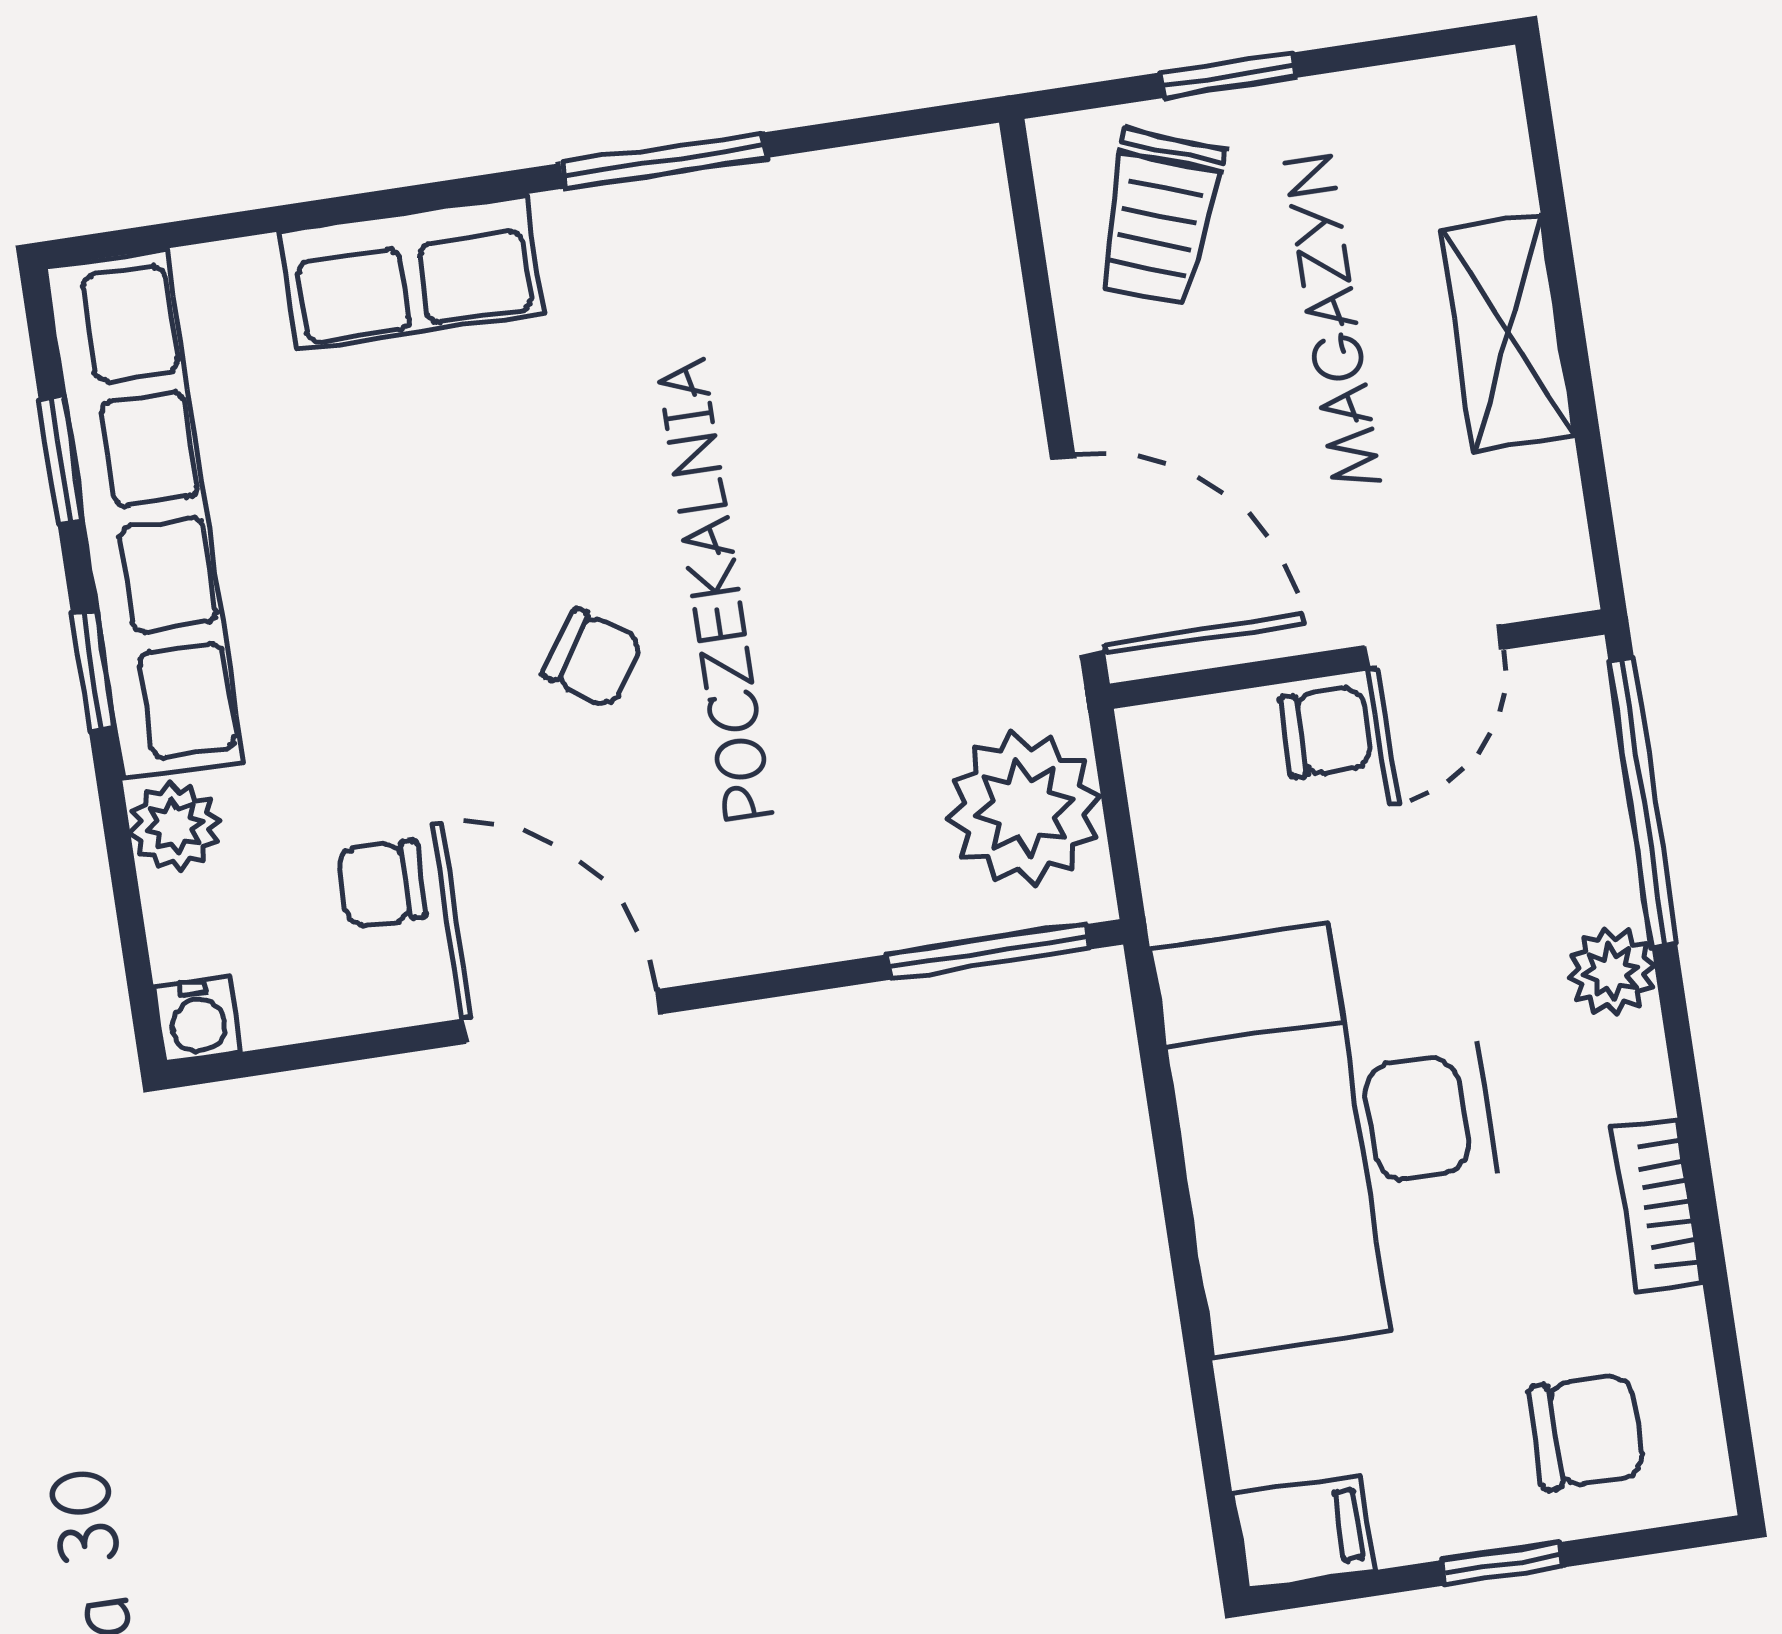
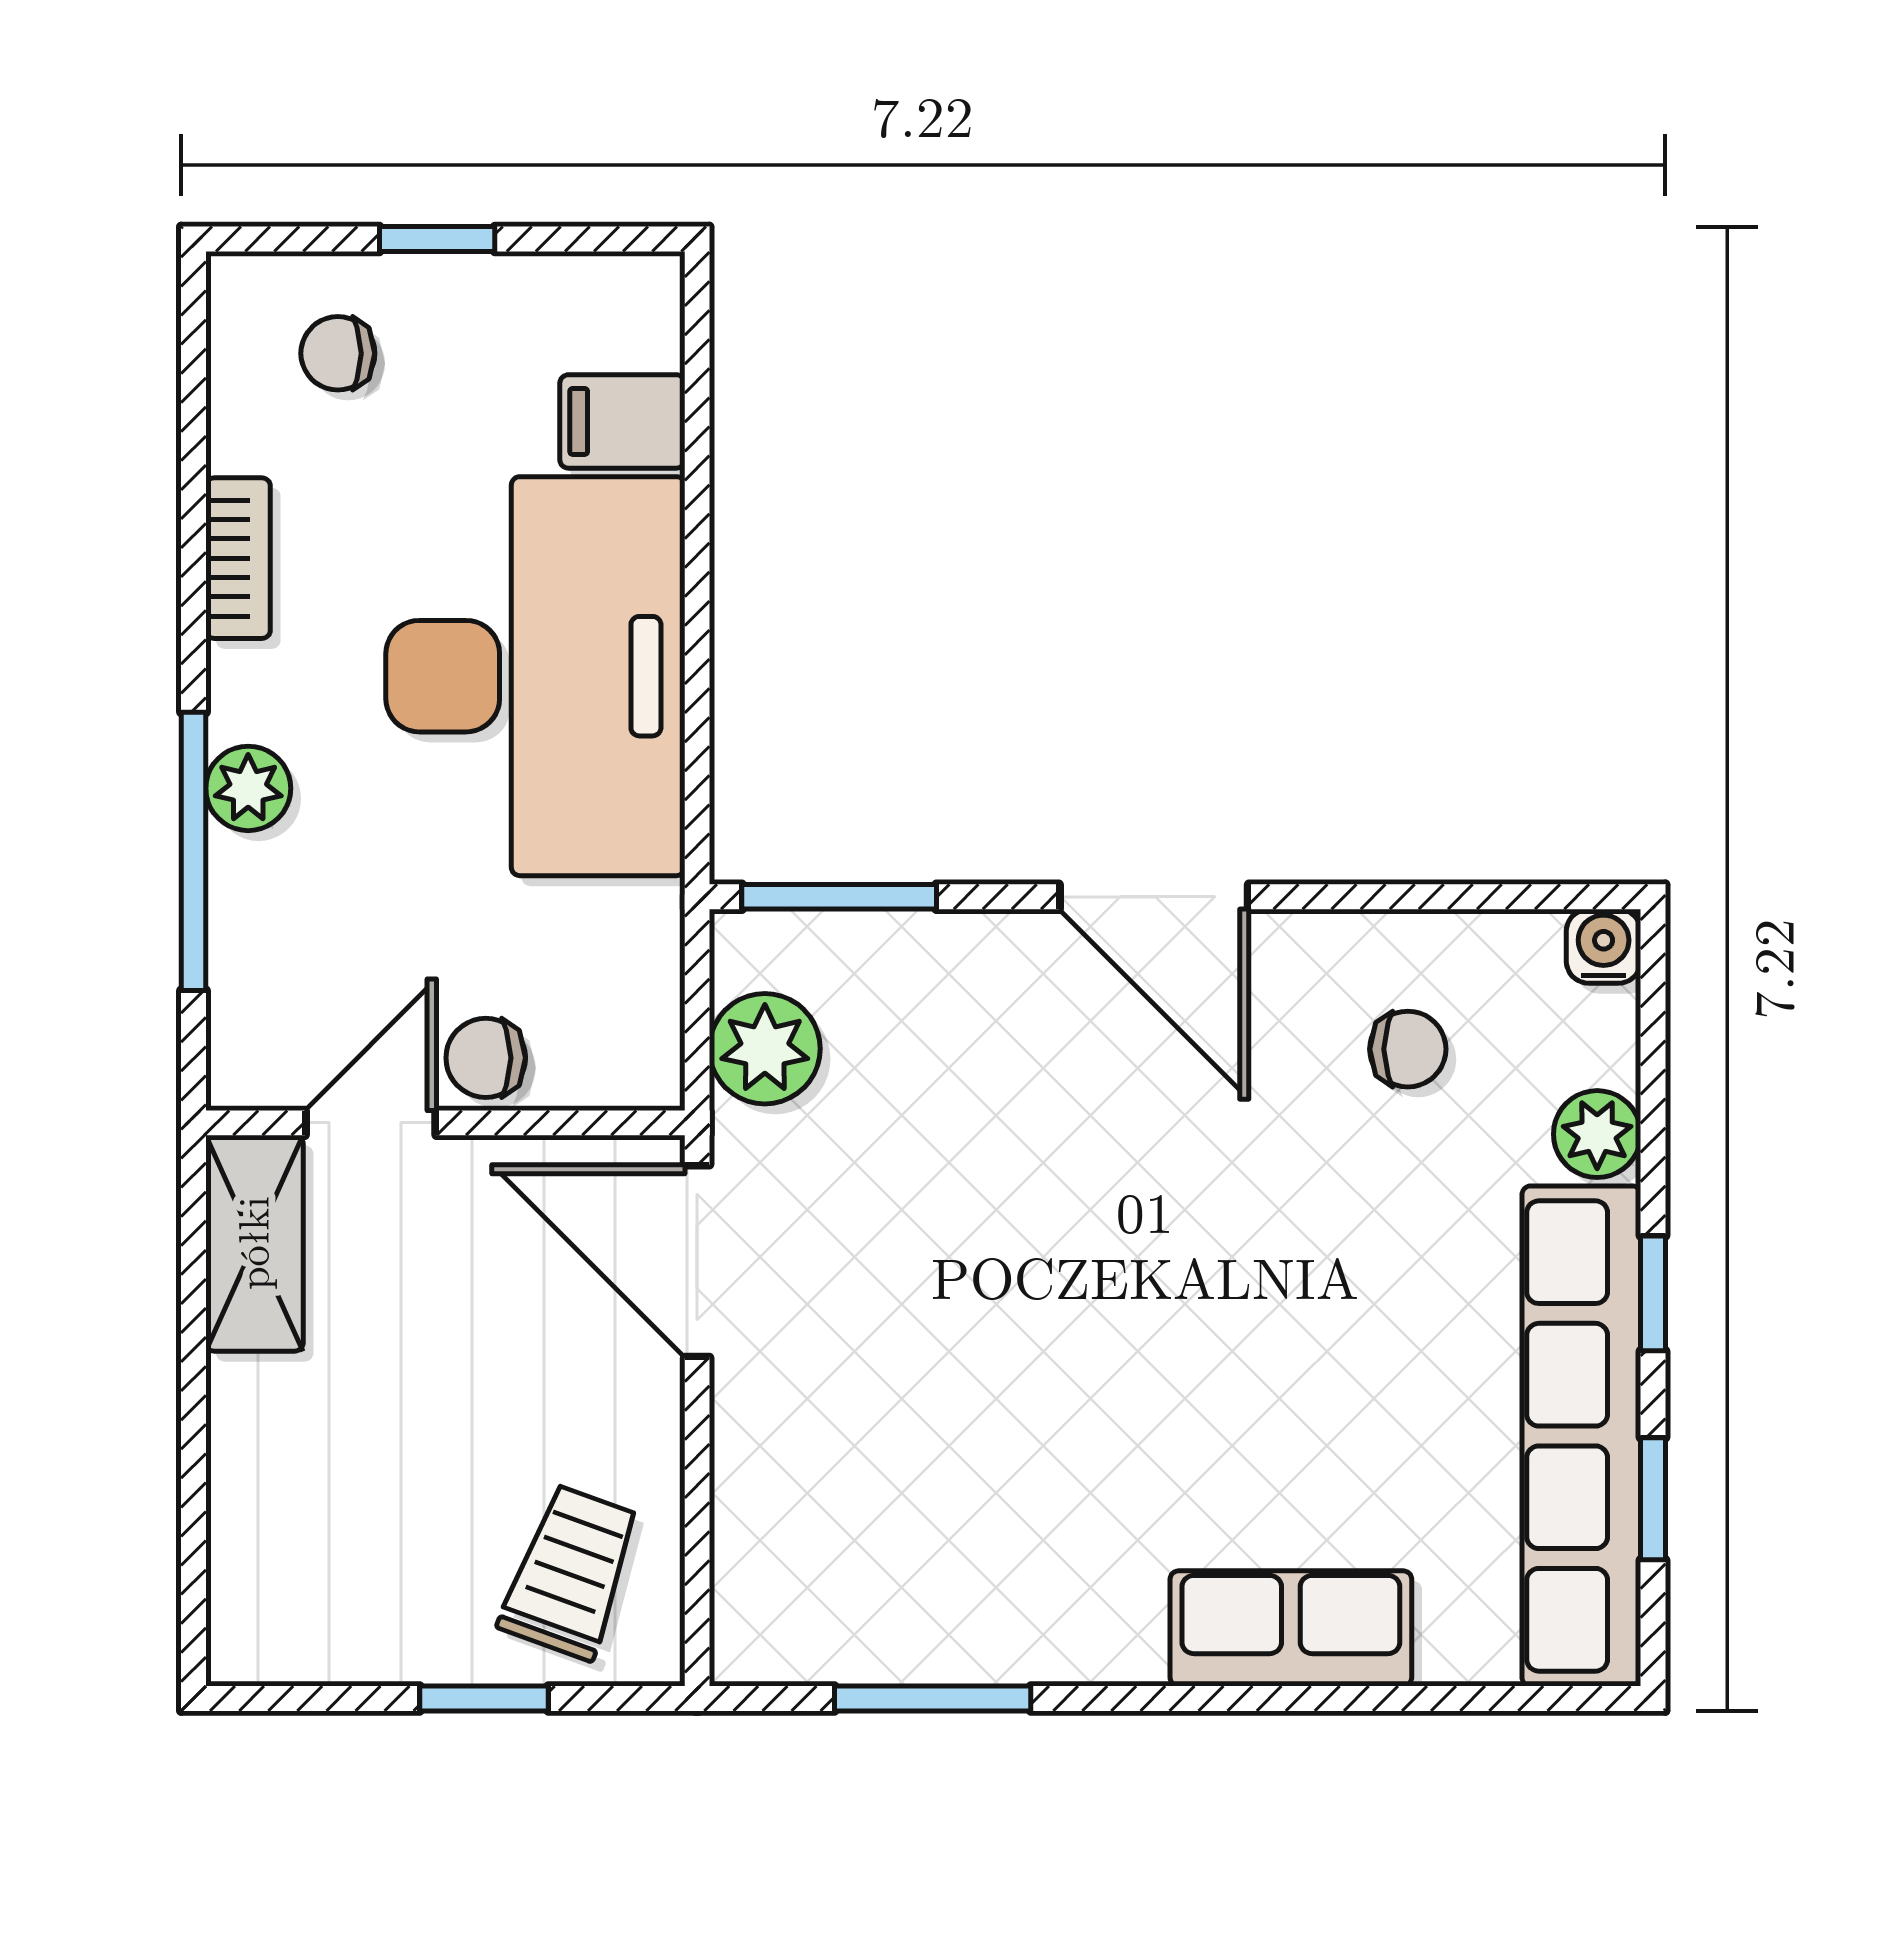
window: (663, 161) -> (933, 1698), moved
shelving: (1508, 333) -> (254, 1243), moved
chair: (593, 658) -> (1174, 1234), removed
window: (1643, 802) -> (194, 851), moved
plant: (1024, 808) -> (765, 1049), width x0.73, depth x0.73
door: (562, 1016) -> (1154, 897), moved
chair: (1587, 1431) -> (338, 353), width x0.73, depth x0.73
filing cabinet: (1304, 1532) -> (622, 421), moved

